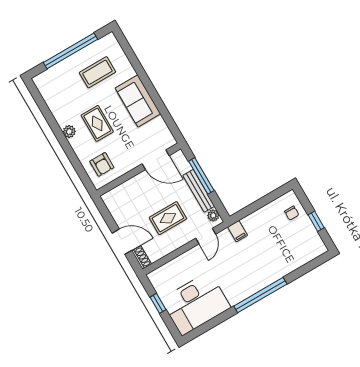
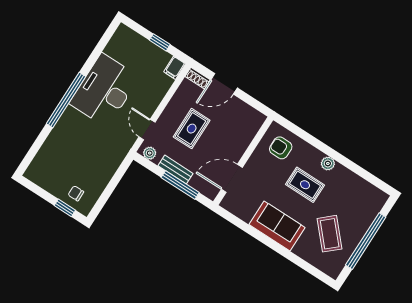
coffee table: (97, 72) -> (330, 234), turned -42
bench: (199, 191) -> (175, 170), width x0.73
window: (316, 221) -> (65, 208), moved
filing cabinet: (238, 231) -> (175, 68), moved, turned -90
desk: (196, 304) -> (104, 90), moved

